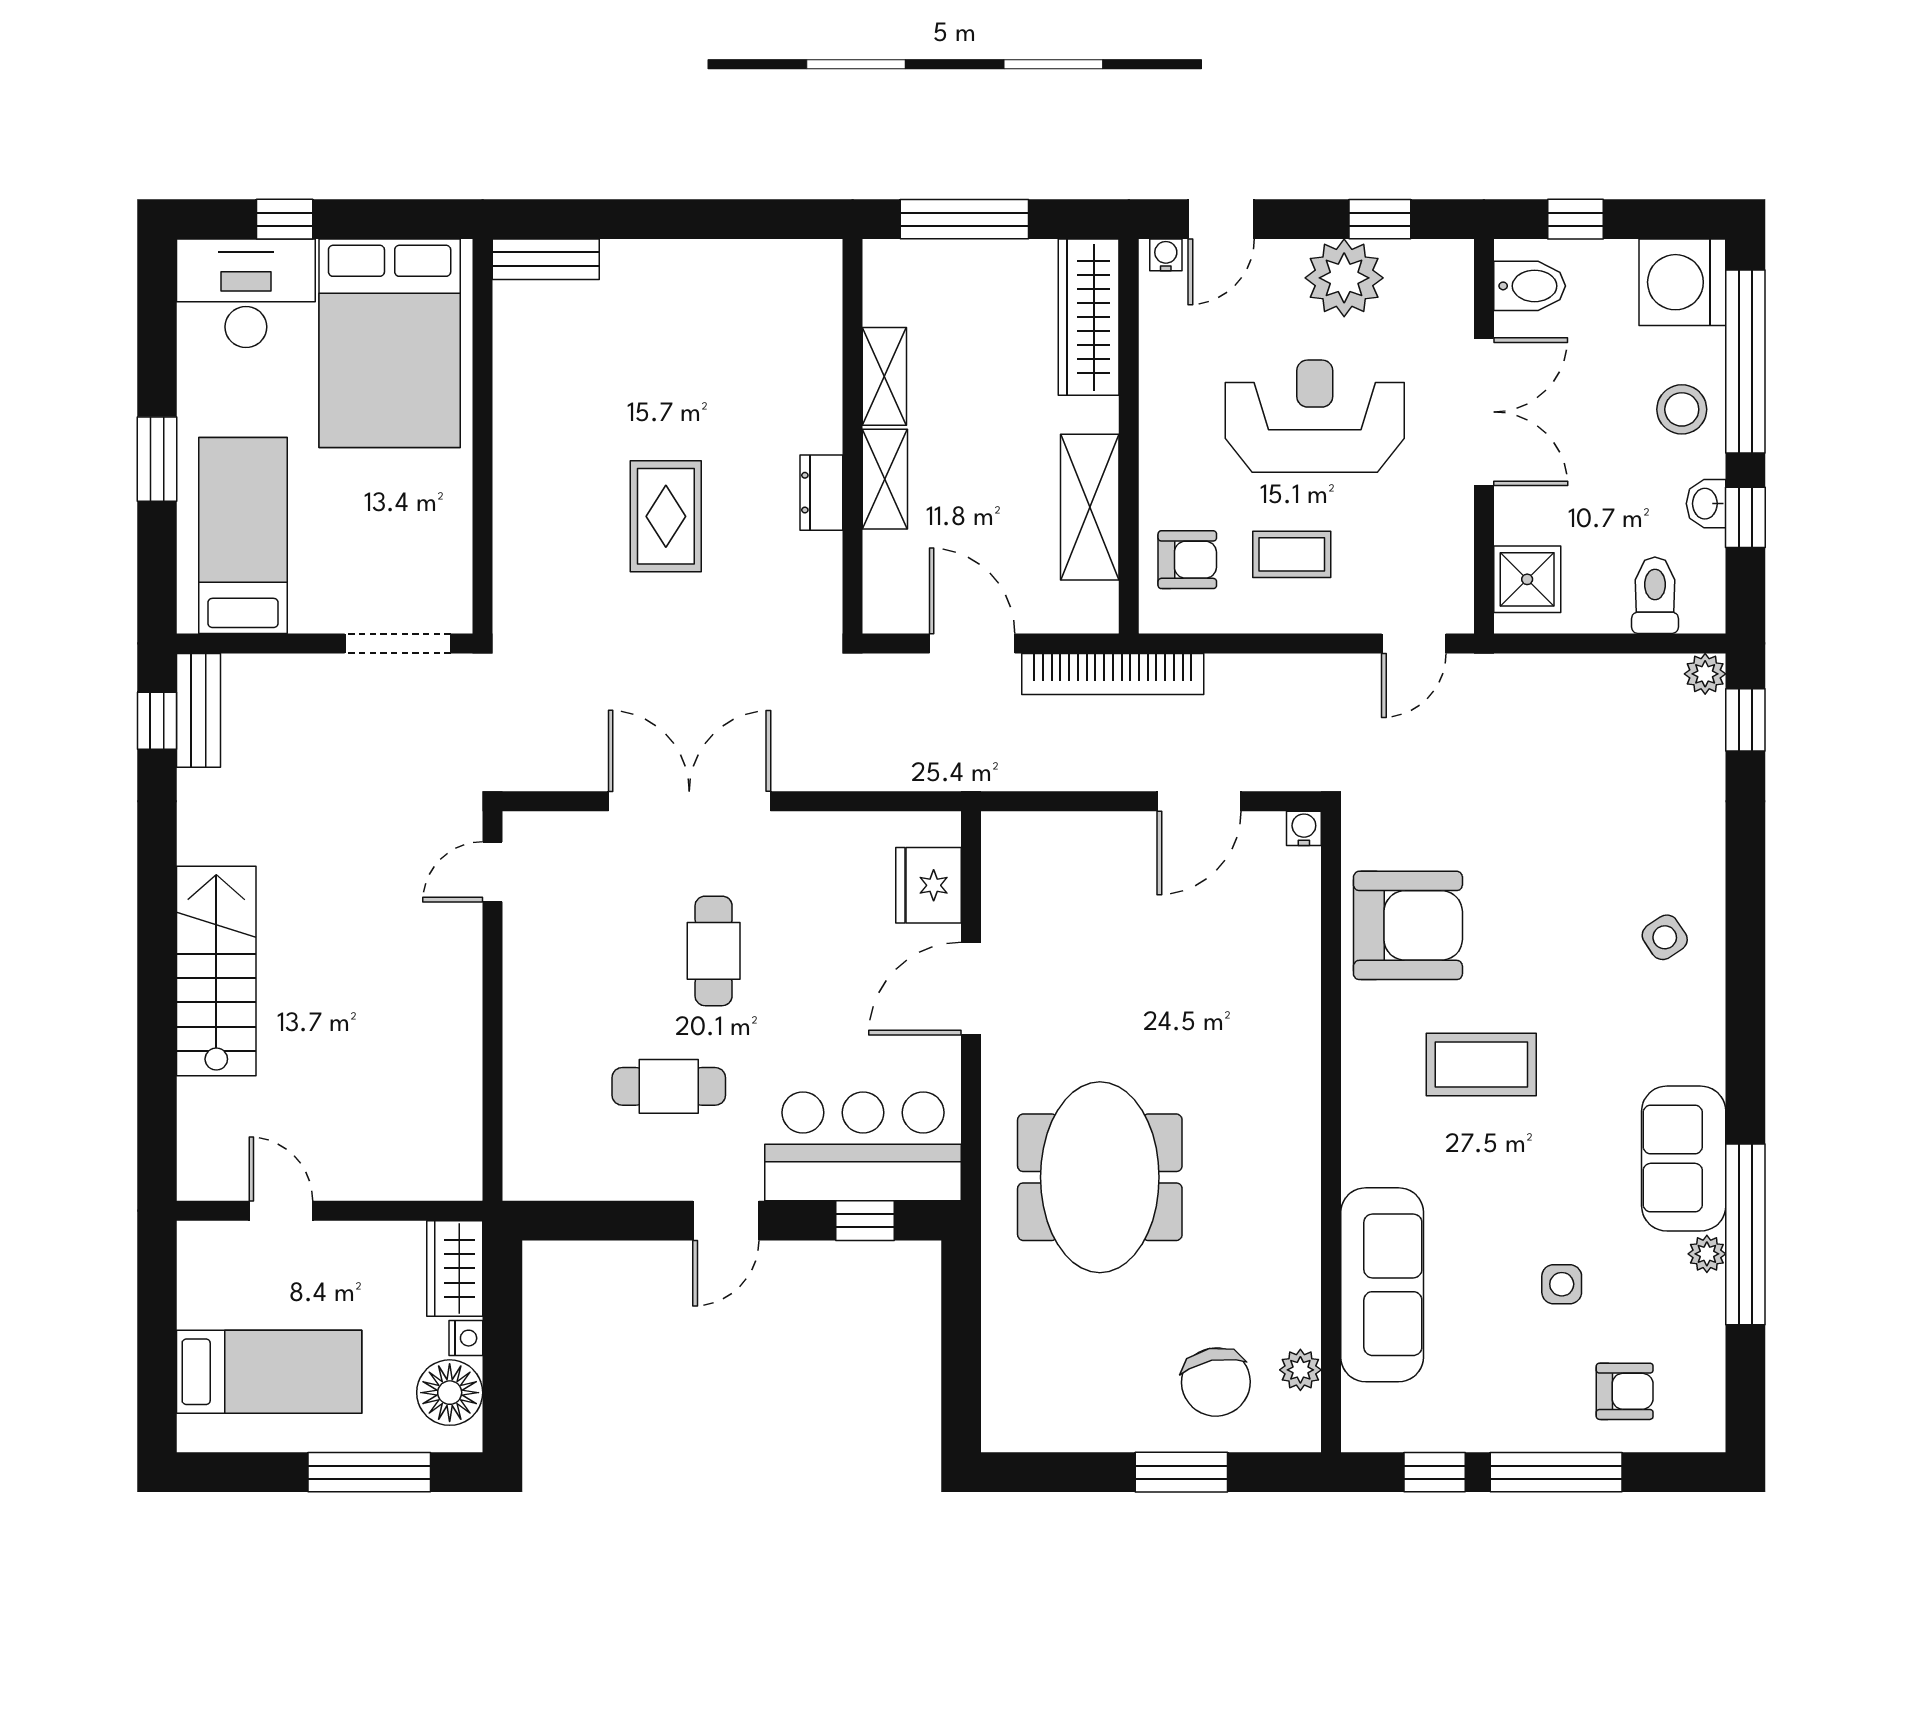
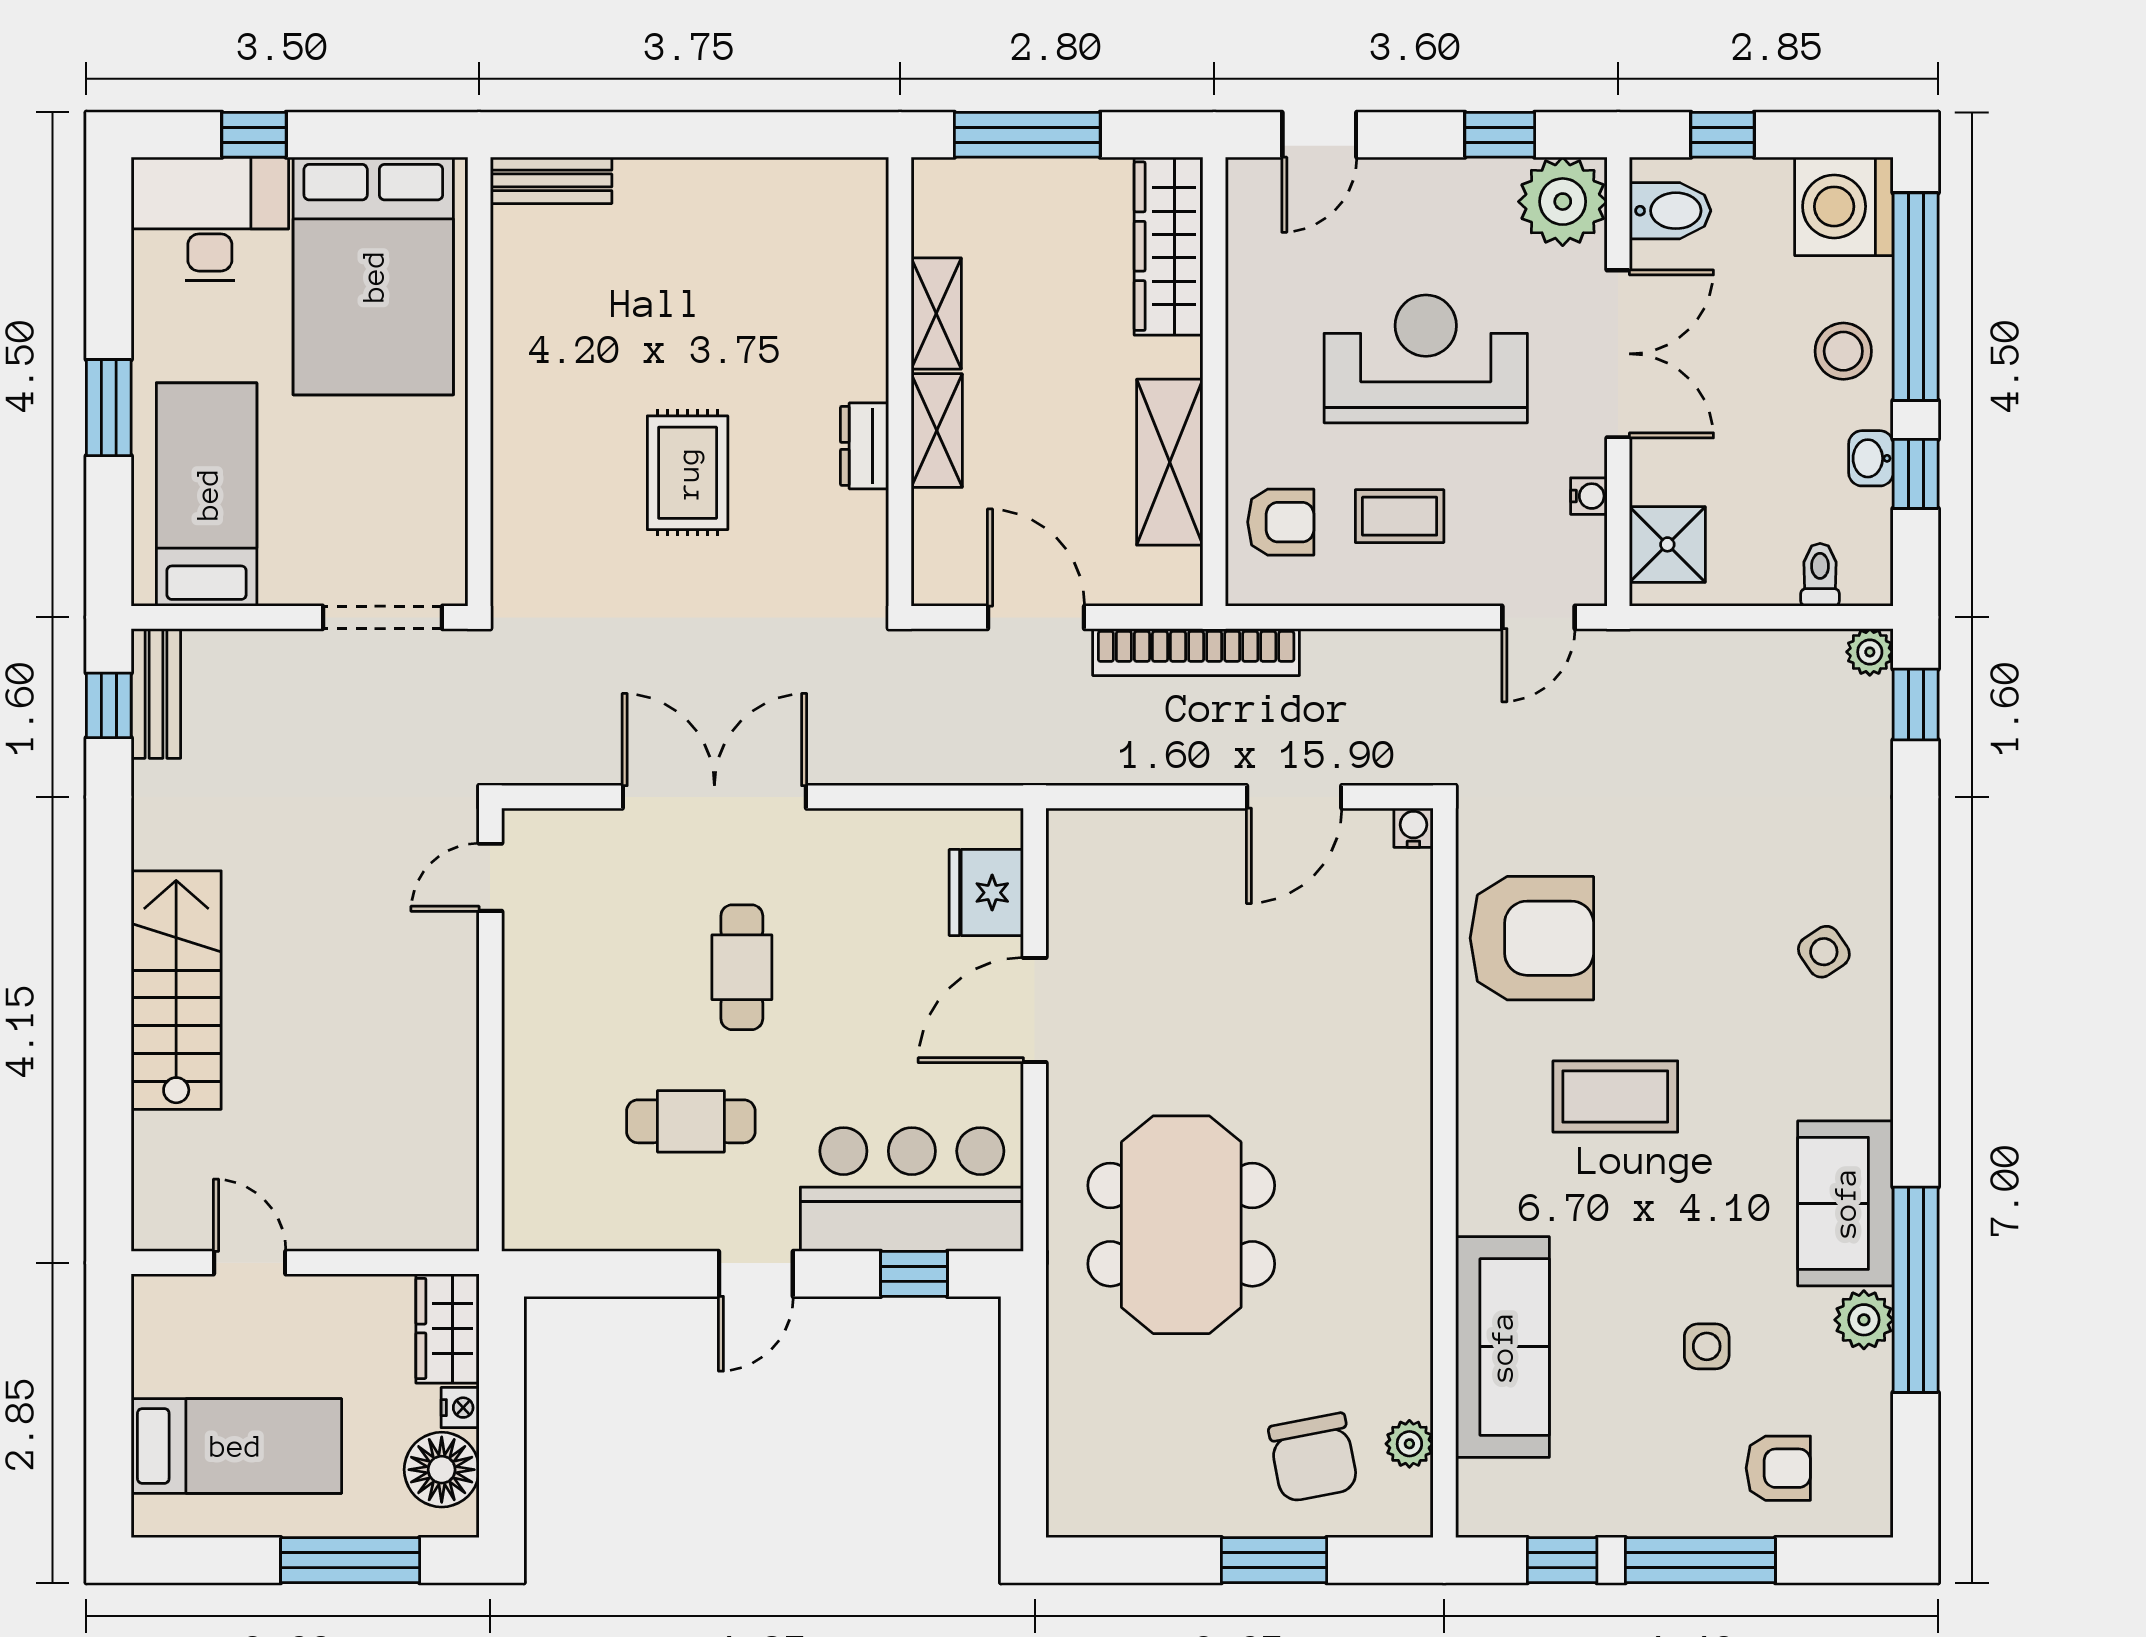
water cooler: (1166, 255) -> (1589, 496), moved, turned 90
plant: (1344, 278) -> (1563, 202), moved
toilet: (1655, 595) -> (1820, 575), width x0.73, depth x0.72
plant: (1707, 1254) -> (1864, 1320), width x1.38, depth x1.38

